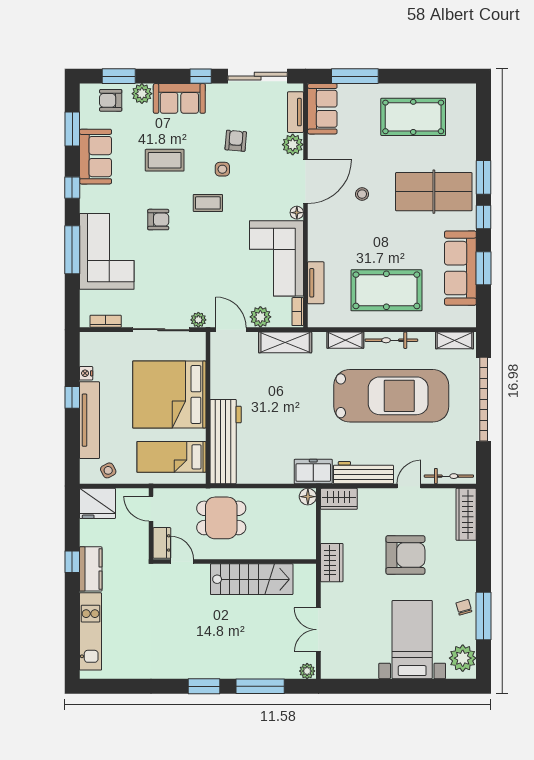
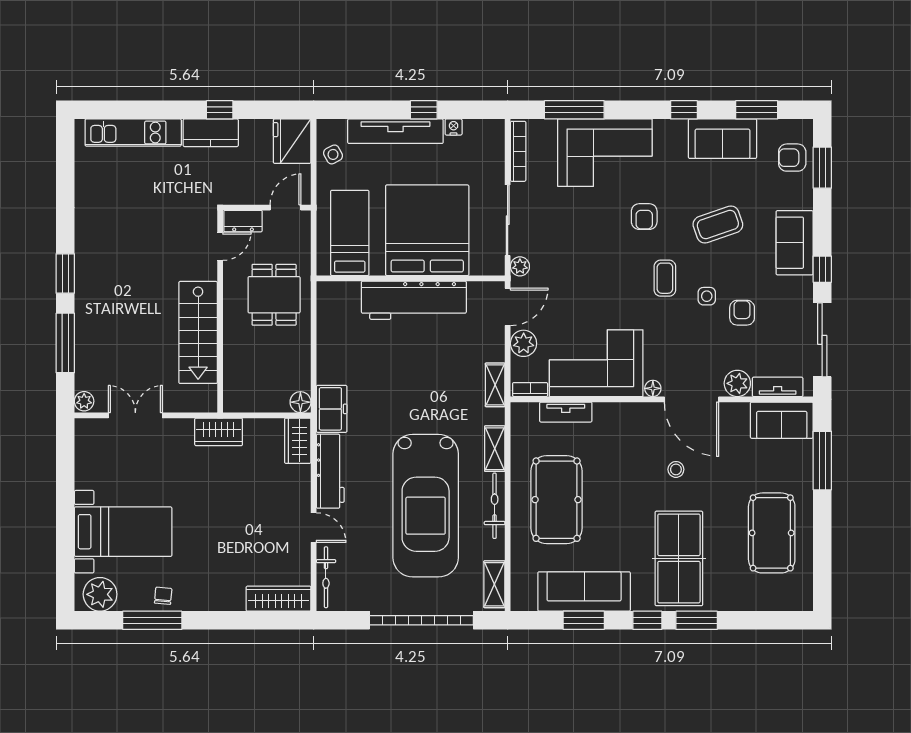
plant: (142, 94) -> (801, 196), removed
armchair: (111, 100) -> (792, 158), turned -90
armchair: (236, 141) -> (742, 313), turned -95
coffee table: (165, 160) -> (718, 225), turned 71
window: (72, 250) -> (574, 110), moved
bookcase: (106, 321) -> (518, 151), width x1.56
shelving: (285, 342) -> (495, 385), width x0.67, depth x0.75
workbench: (226, 442) -> (414, 300), moved
armchair: (405, 555) -> (228, 523), removed
chair: (464, 607) -> (163, 596), turned -69

